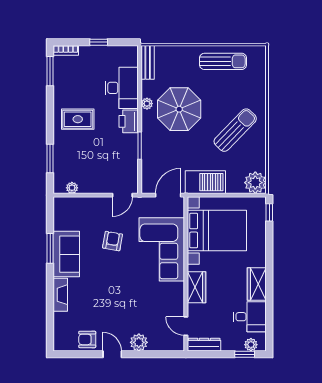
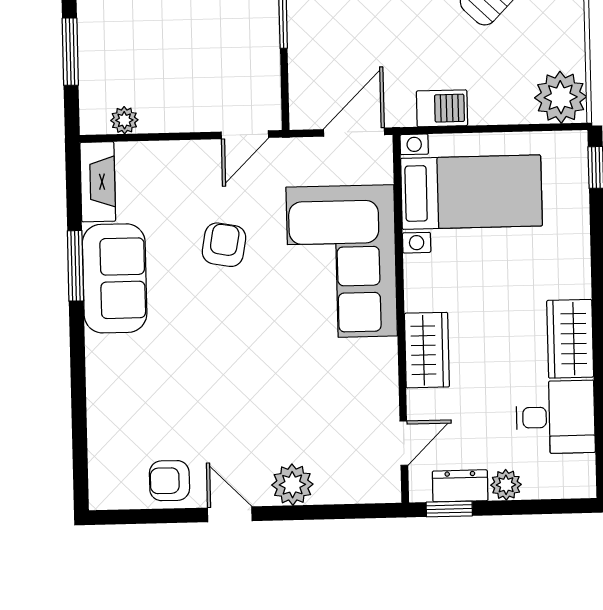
barbecue: (205, 182) -> (442, 108), width x0.53, depth x0.65
bed with nightstands: (217, 230) -> (471, 192), width x0.73
fireplace: (60, 295) -> (98, 182), moved
door: (186, 326) -> (404, 443), swing flipped
dresser: (204, 345) -> (460, 486), width x0.70
plant: (251, 345) -> (506, 485), moved
window: (245, 354) -> (449, 509), moved

